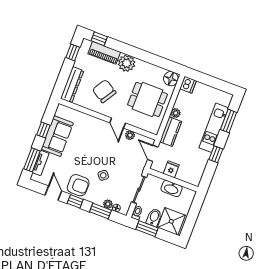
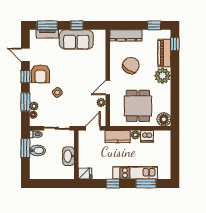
dishwasher: (188, 85) -> (147, 136), moved
fridge: (171, 169) -> (85, 174), moved
door: (53, 193) -> (25, 55), swing flipped
shower: (171, 221) -> (40, 167), removed

